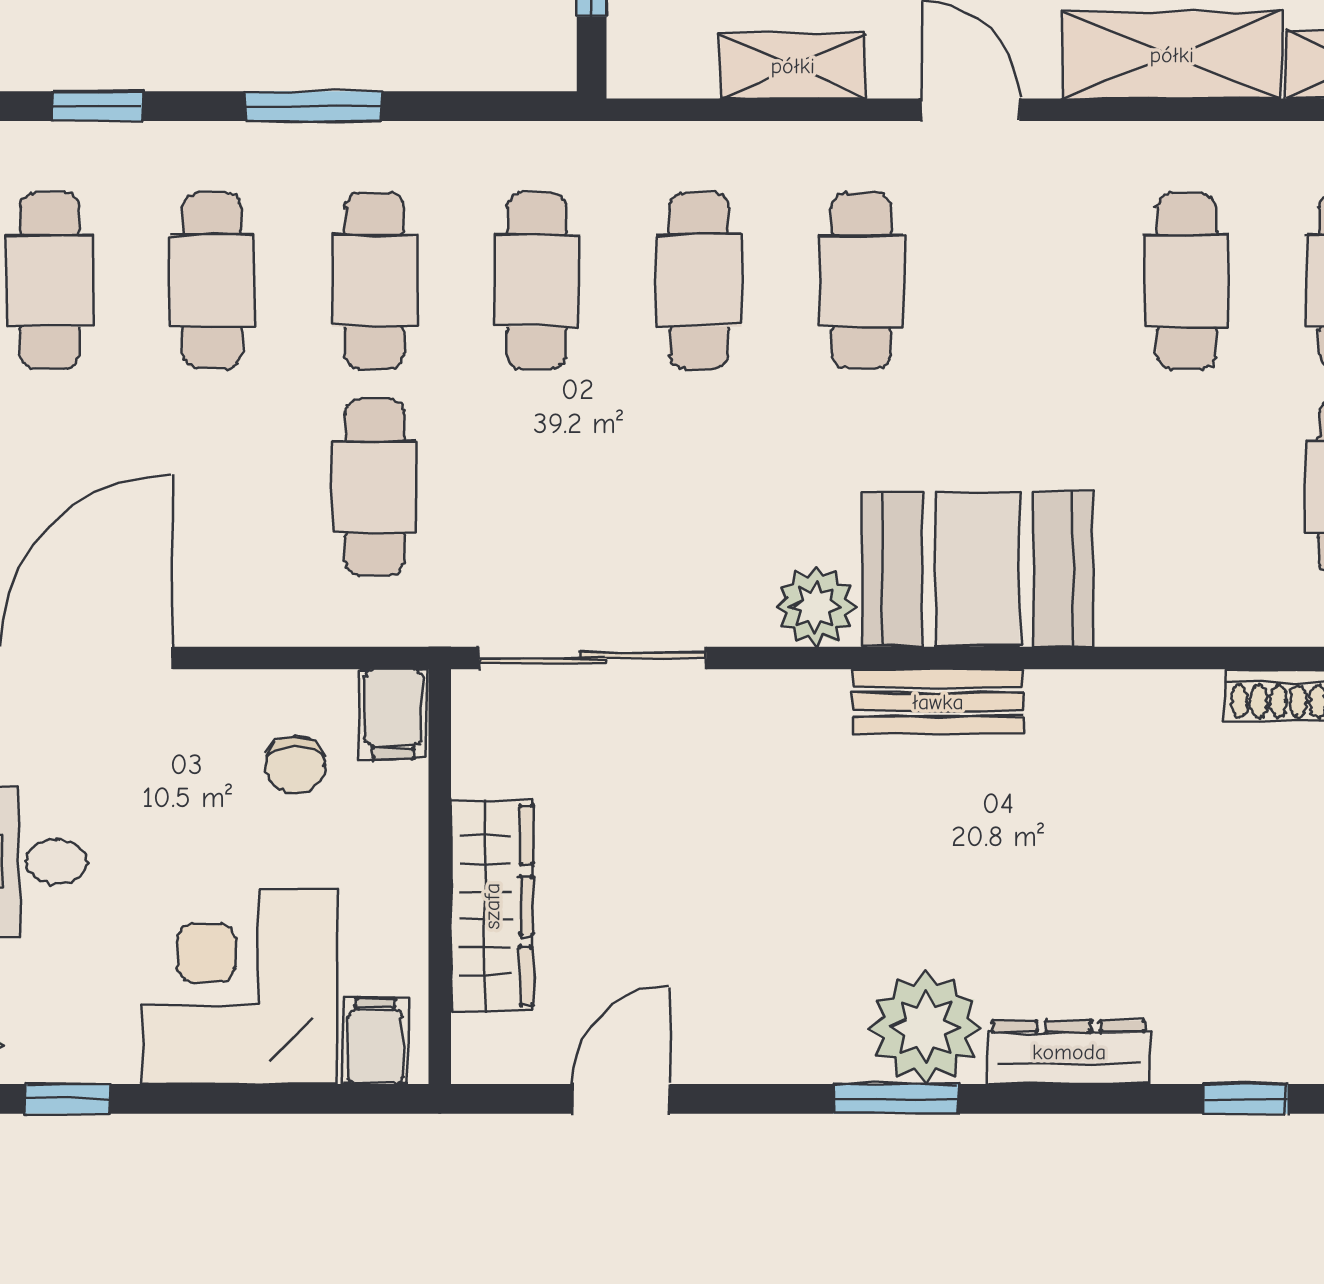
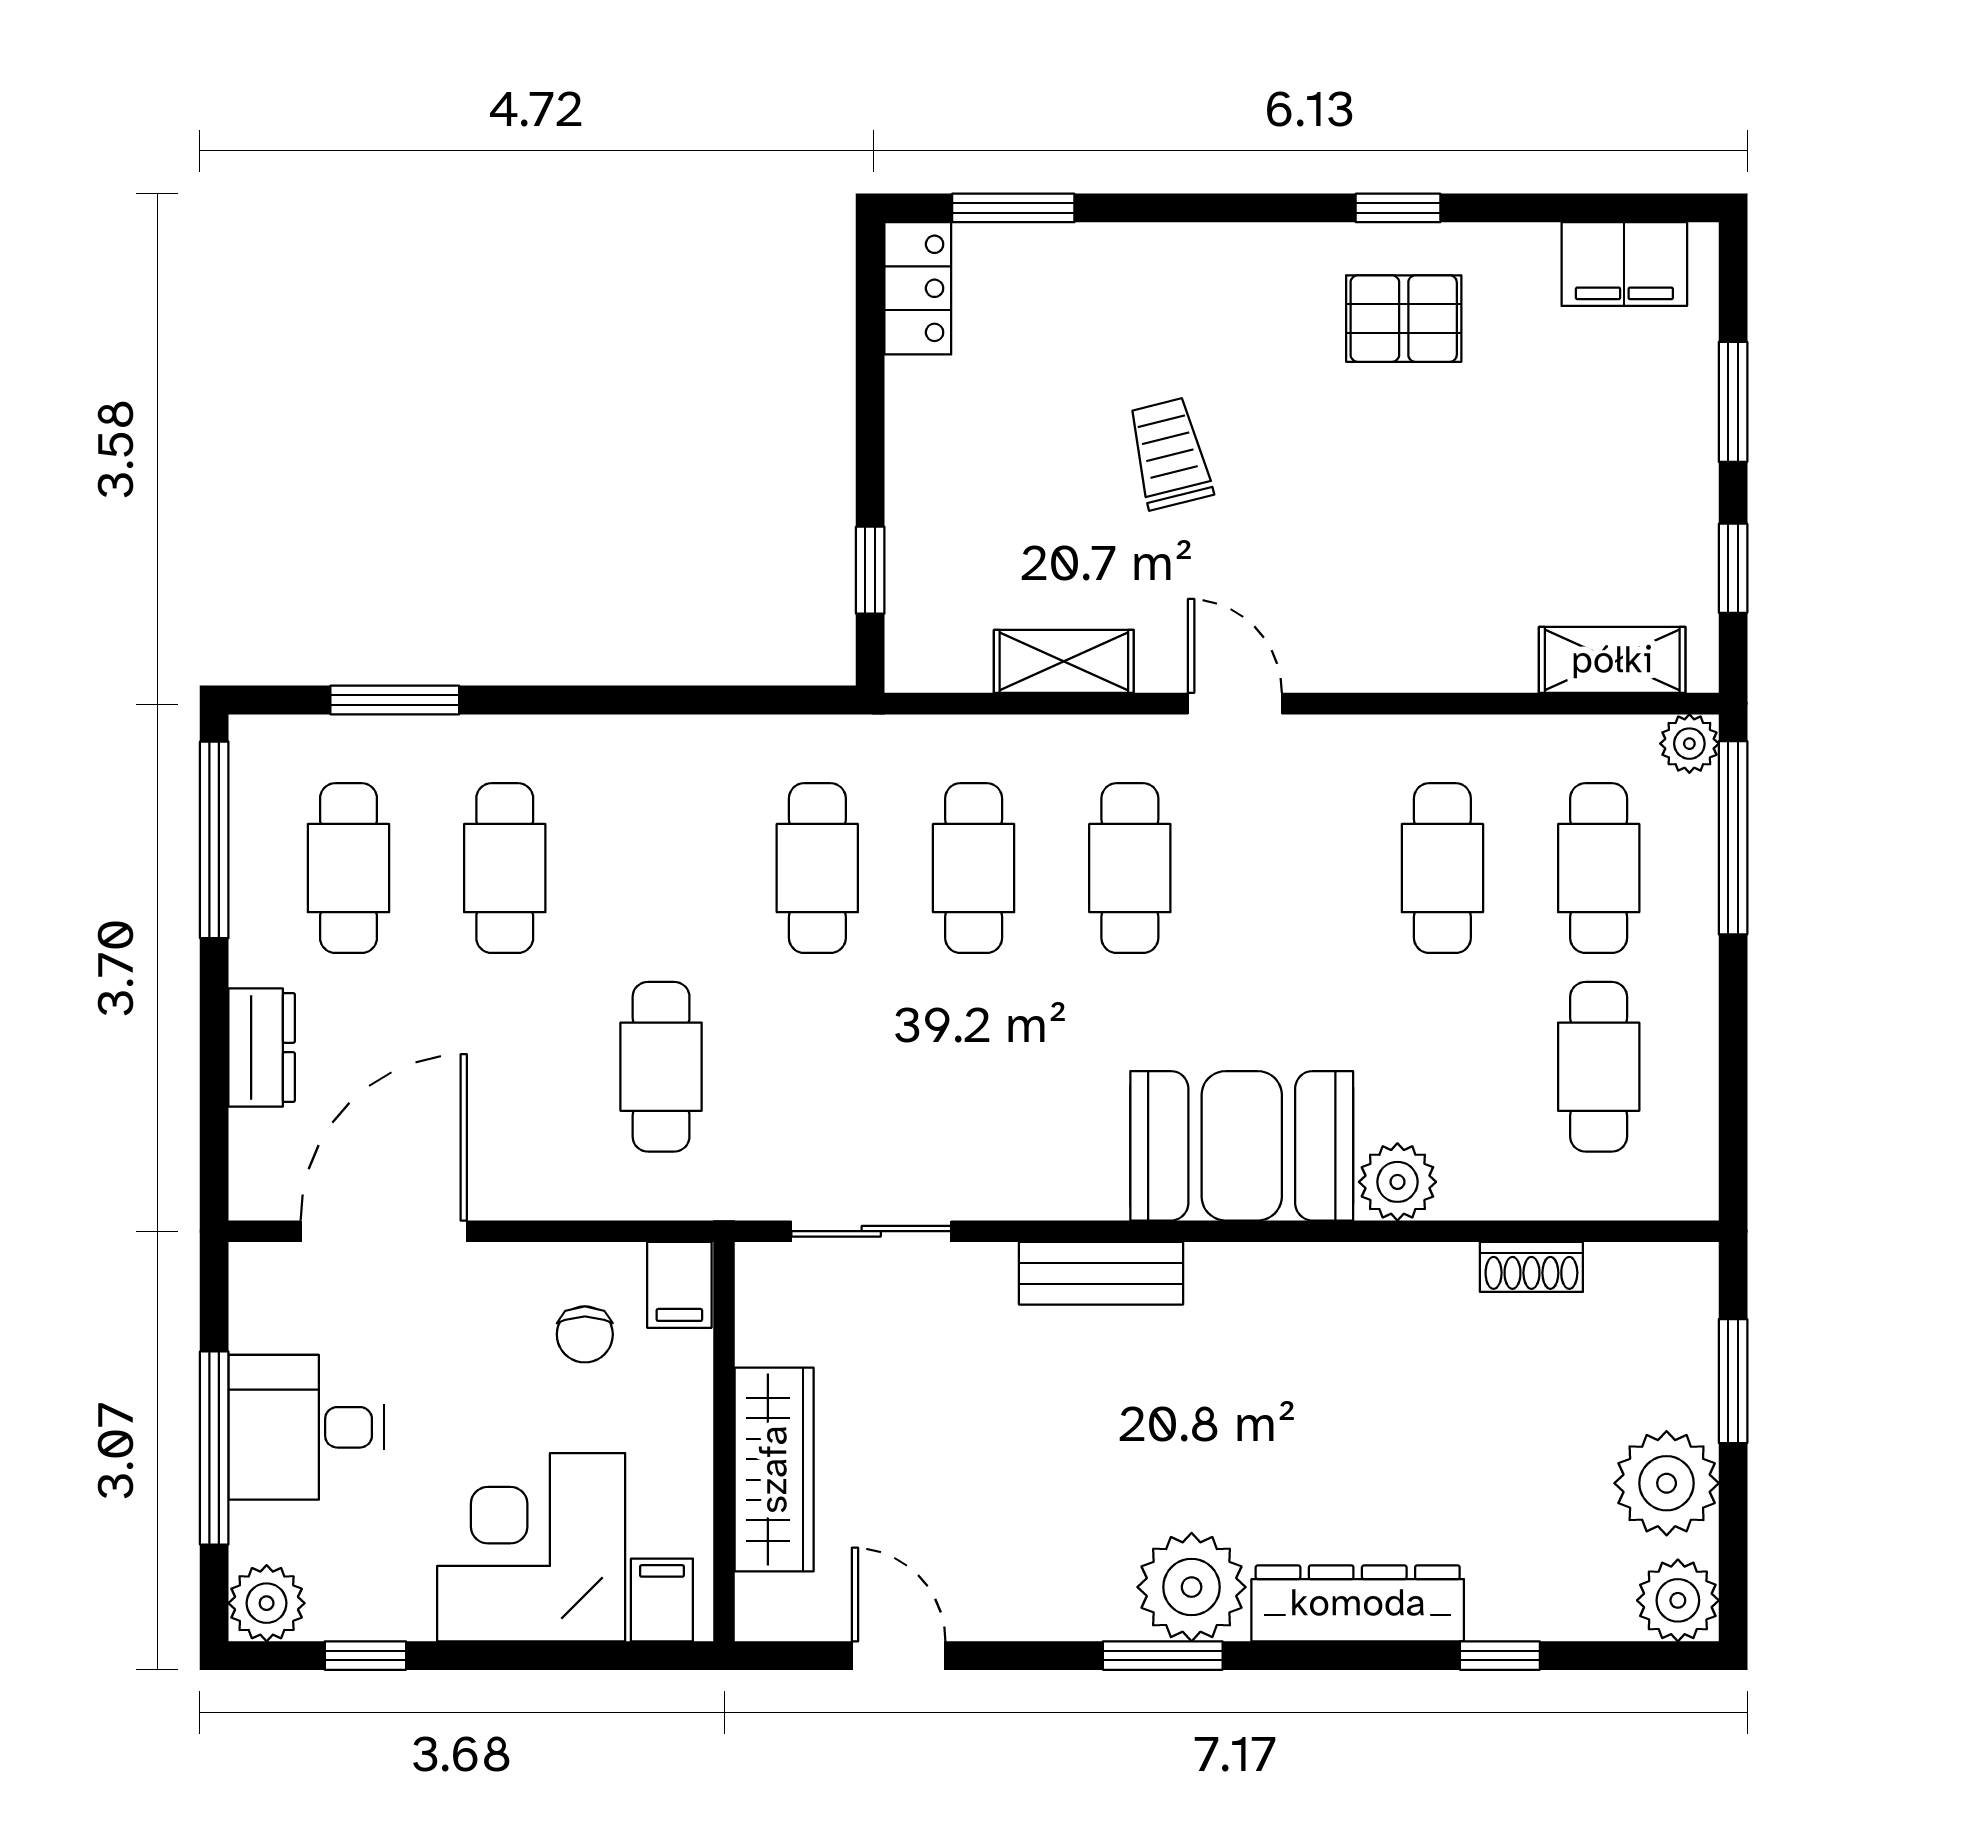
shelving: (1172, 55) -> (1428, 651), removed
window: (98, 106) -> (395, 700), width x1.50
window: (314, 106) -> (603, 700), removed
cafe table: (374, 281) -> (661, 868), removed
plant: (816, 607) -> (1397, 1182), moved
sliding door: (593, 658) -> (871, 1231), width x0.73
bench: (938, 702) -> (1101, 1273), moved
dresser: (1069, 1052) -> (1358, 1603), width x1.37, depth x1.24
door: (621, 1099) -> (899, 1656), hinge flipped

